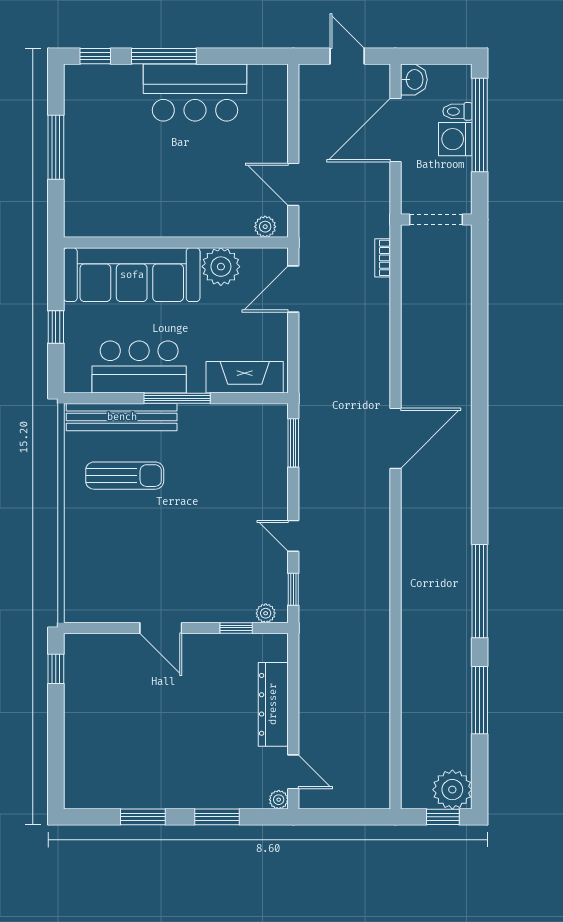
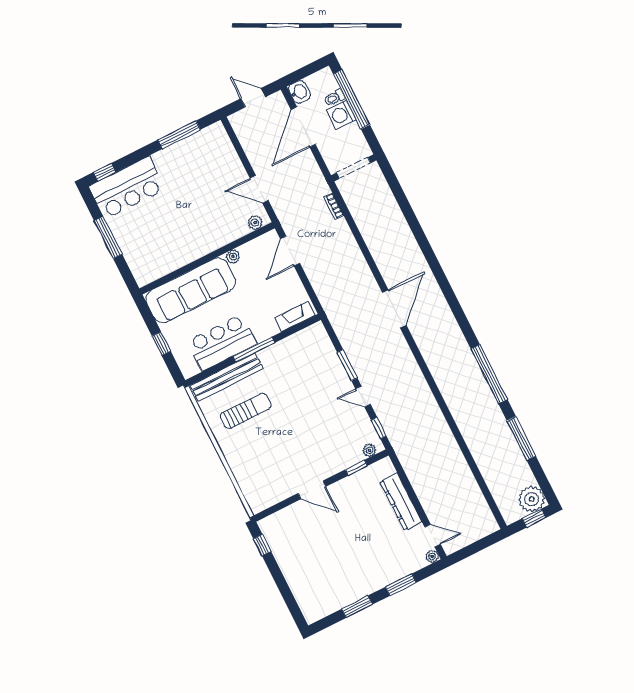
window: (164, 56) -> (179, 135), moved
bar counter: (195, 92) -> (127, 188), moved
plant: (221, 267) -> (233, 257), width x0.53, depth x0.53
fireplace: (245, 377) -> (295, 317), width x0.73, depth x0.76
window: (293, 443) -> (347, 365), moved

